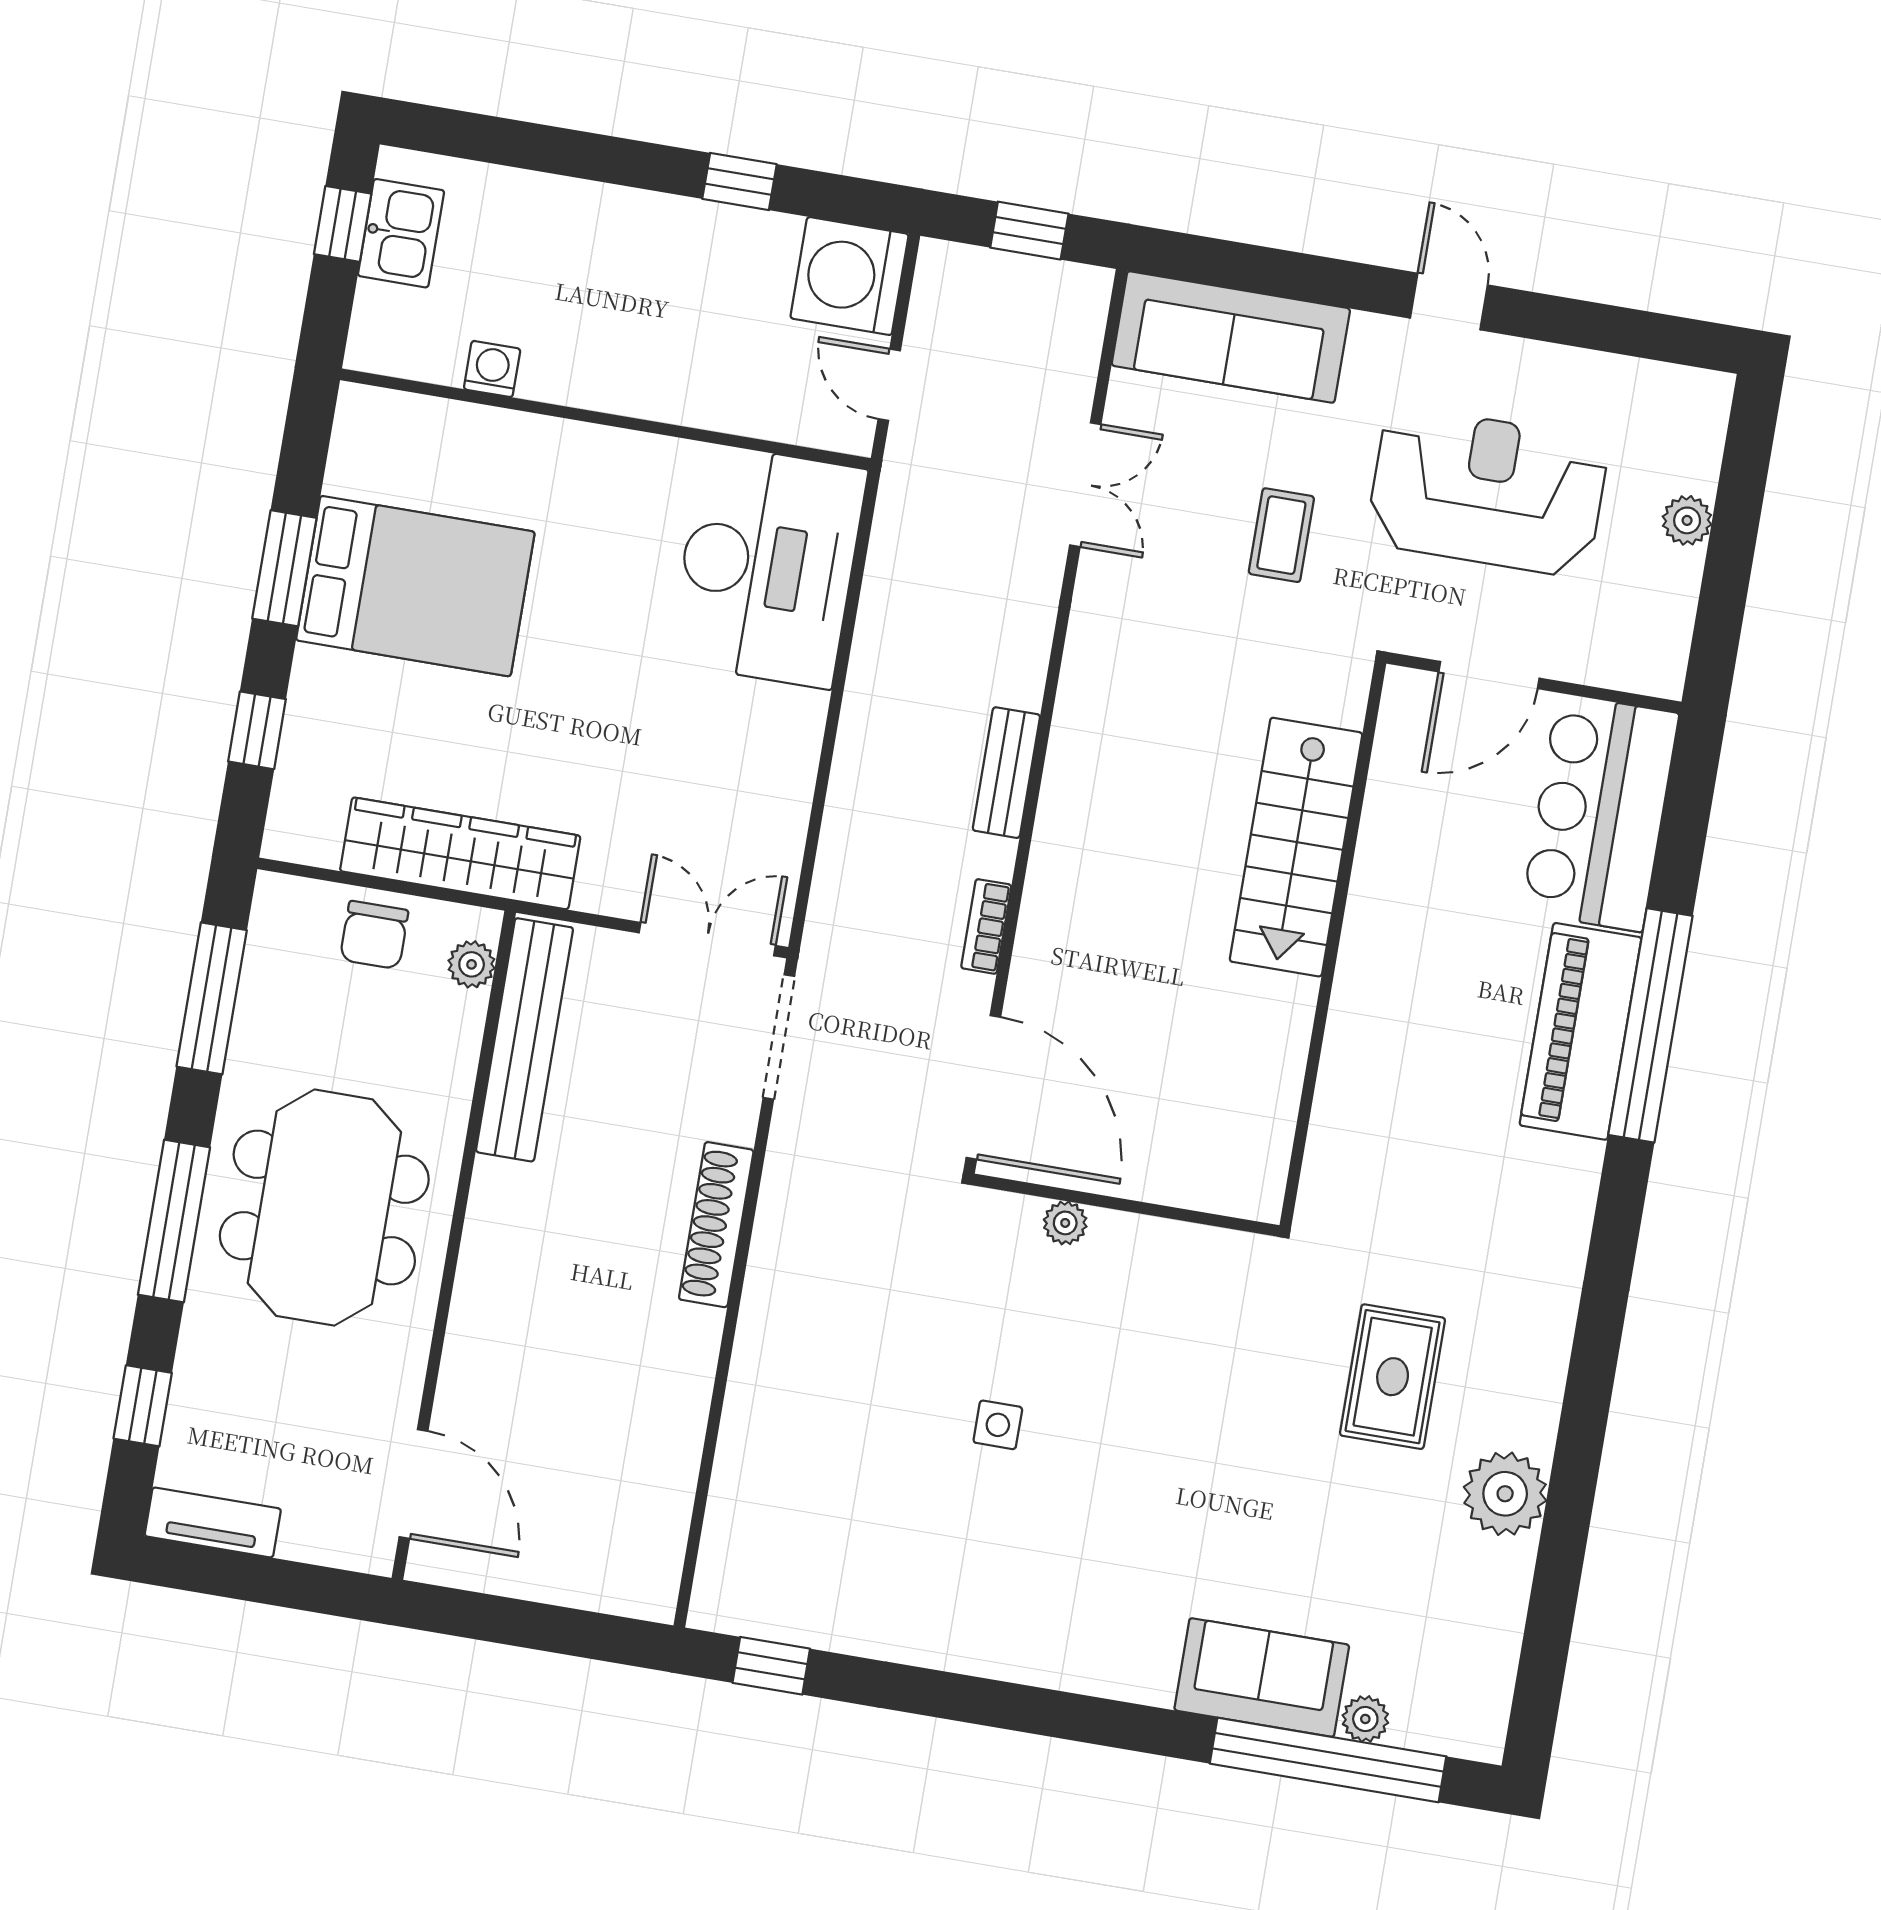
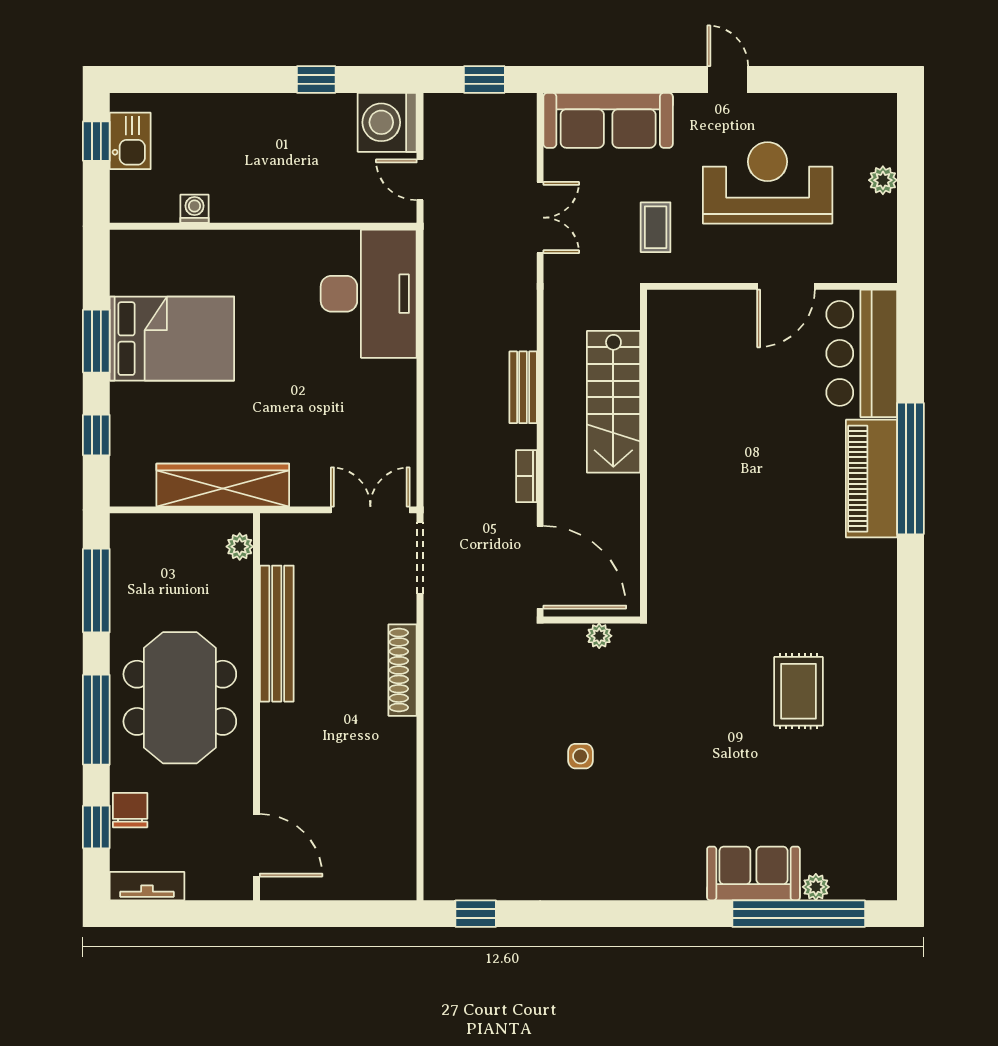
stairs: (1296, 847) -> (613, 402), moved
chair: (374, 935) -> (130, 810), moved, turned 180
wall: (1333, 944) -> (644, 453), moved
bench: (524, 1040) -> (277, 634), moved
plant: (1505, 1494) -> (873, 747), removed

